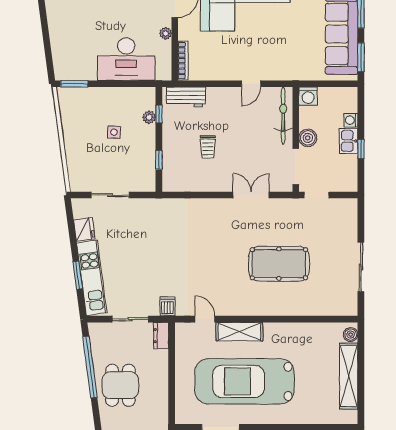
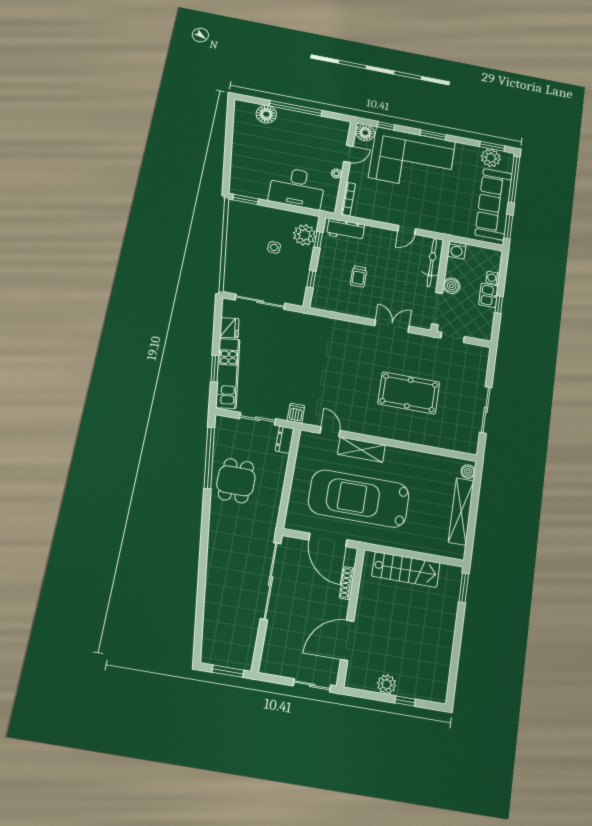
plant: (149, 117) -> (305, 235), width x1.88, depth x1.88
sliding door: (110, 195) -> (260, 302), width x1.37

